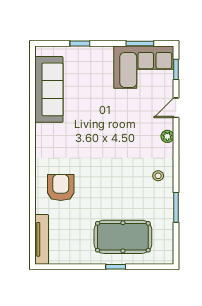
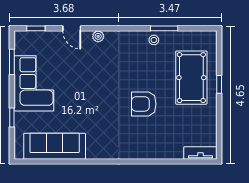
corner sofa: (144, 67) -> (34, 83), moved
stool: (158, 176) -> (154, 40), moved
armchair: (61, 188) -> (144, 104), moved
tv unit: (42, 239) -> (200, 153), width x0.71

